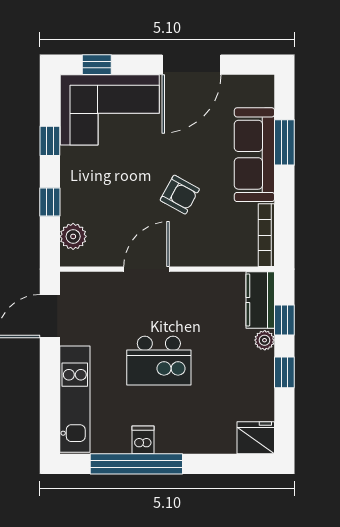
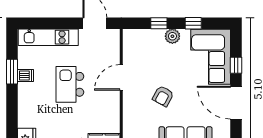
window: (97, 65) -> (236, 65), moved
plant: (73, 236) -> (172, 36), moved
door: (147, 269) -> (121, 77), swing flipped
window: (136, 464) -> (12, 72), width x0.47

